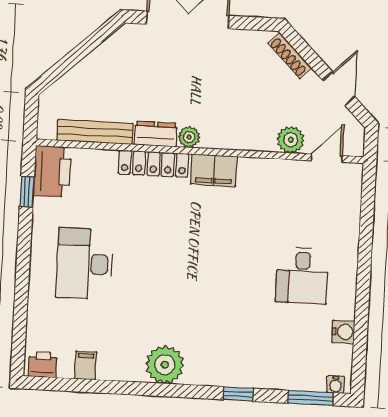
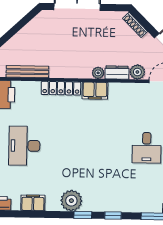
dresser: (156, 134) -> (117, 73), moved
plant: (189, 137) -> (98, 73), moved
filing cabinet: (86, 365) -> (33, 203), width x2.00
window: (184, 391) -> (83, 215), added

